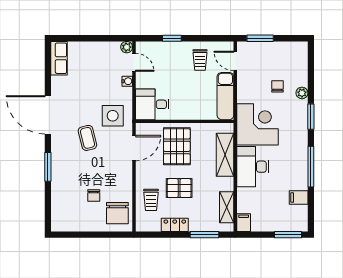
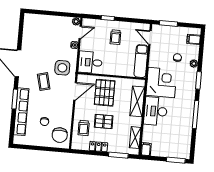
row of seats: (59, 58) -> (21, 112), moved, width x2.02
trolley: (200, 60) -> (116, 37), moved
door: (134, 62) -> (80, 32), hinge flipped
filing cabinet: (299, 198) -> (194, 39), moved

